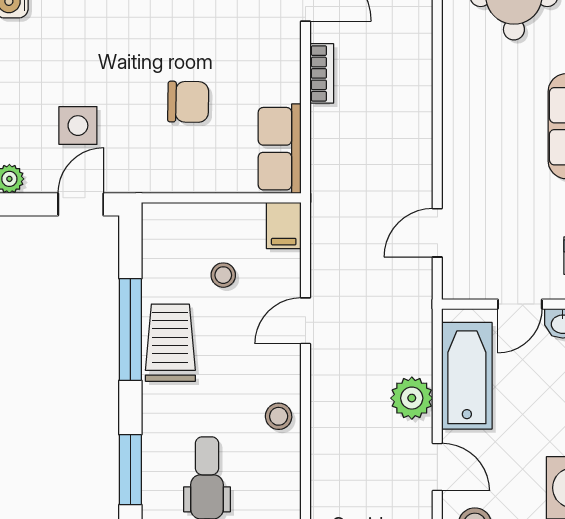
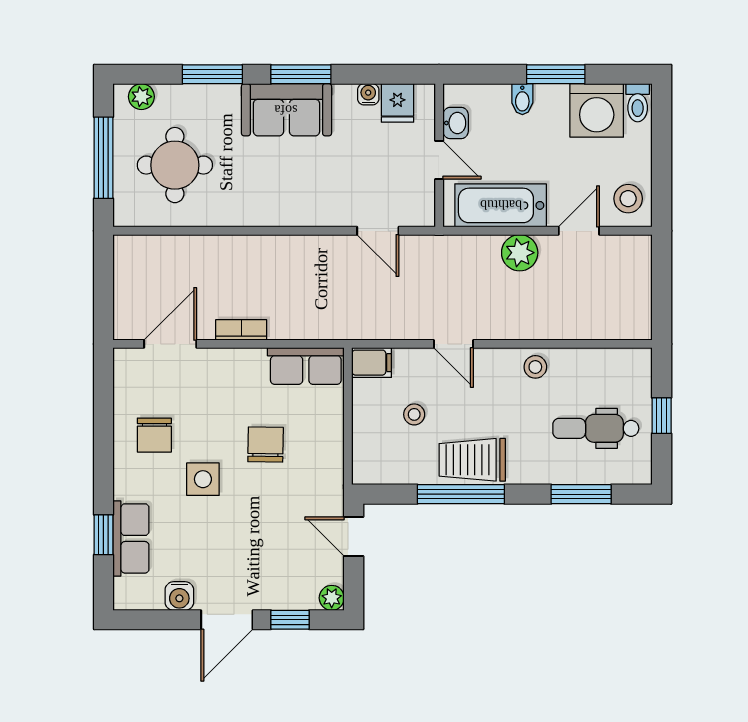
side table: (78, 126) -> (203, 479), moved

